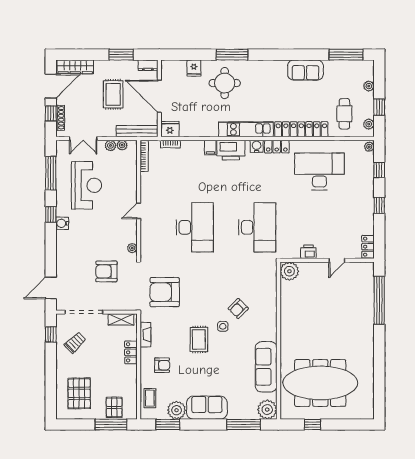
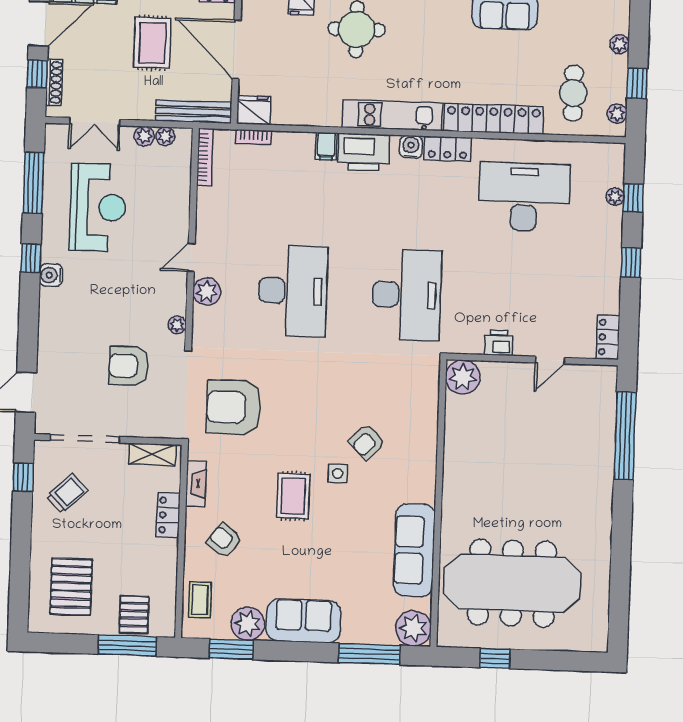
plant: (369, 147) -> (615, 197), moved
plant: (148, 229) -> (207, 292), added
armchair: (162, 365) -> (224, 541), turned -142

